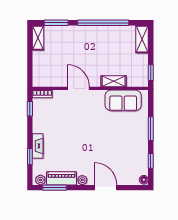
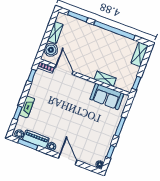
shelving: (38, 38) -> (55, 33), moved
boiler: (40, 72) -> (51, 50), added
door: (78, 88) -> (64, 70), moved

